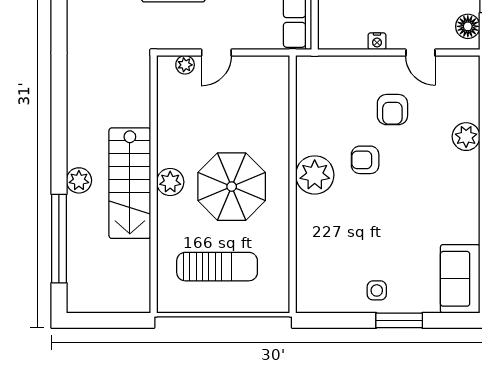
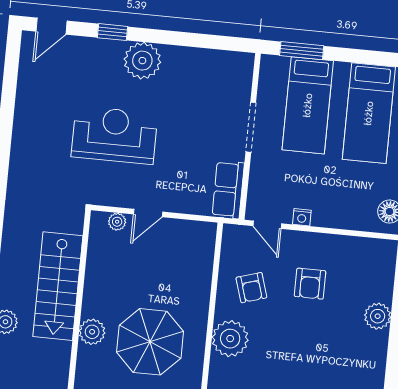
door: (420, 53) -> (267, 225), moved
armchair: (365, 160) -> (251, 288), moved, turned -107
stairs: (130, 183) -> (58, 286), moved

